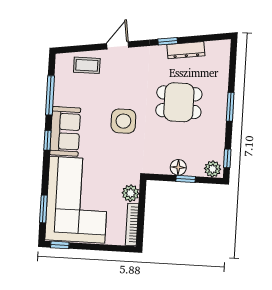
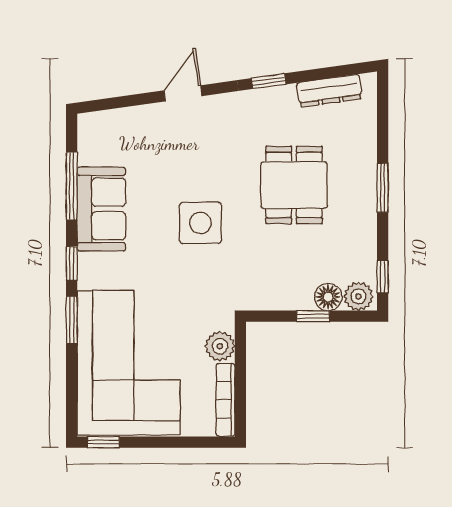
dresser: (186, 50) -> (329, 91), moved
coffee table: (87, 65) -> (132, 131), removed
dining table: (179, 102) -> (294, 185), turned 90
sofa: (65, 131) -> (101, 209), moved
floor lamp: (178, 167) -> (328, 297), moved
window: (43, 209) -> (72, 320), moved

